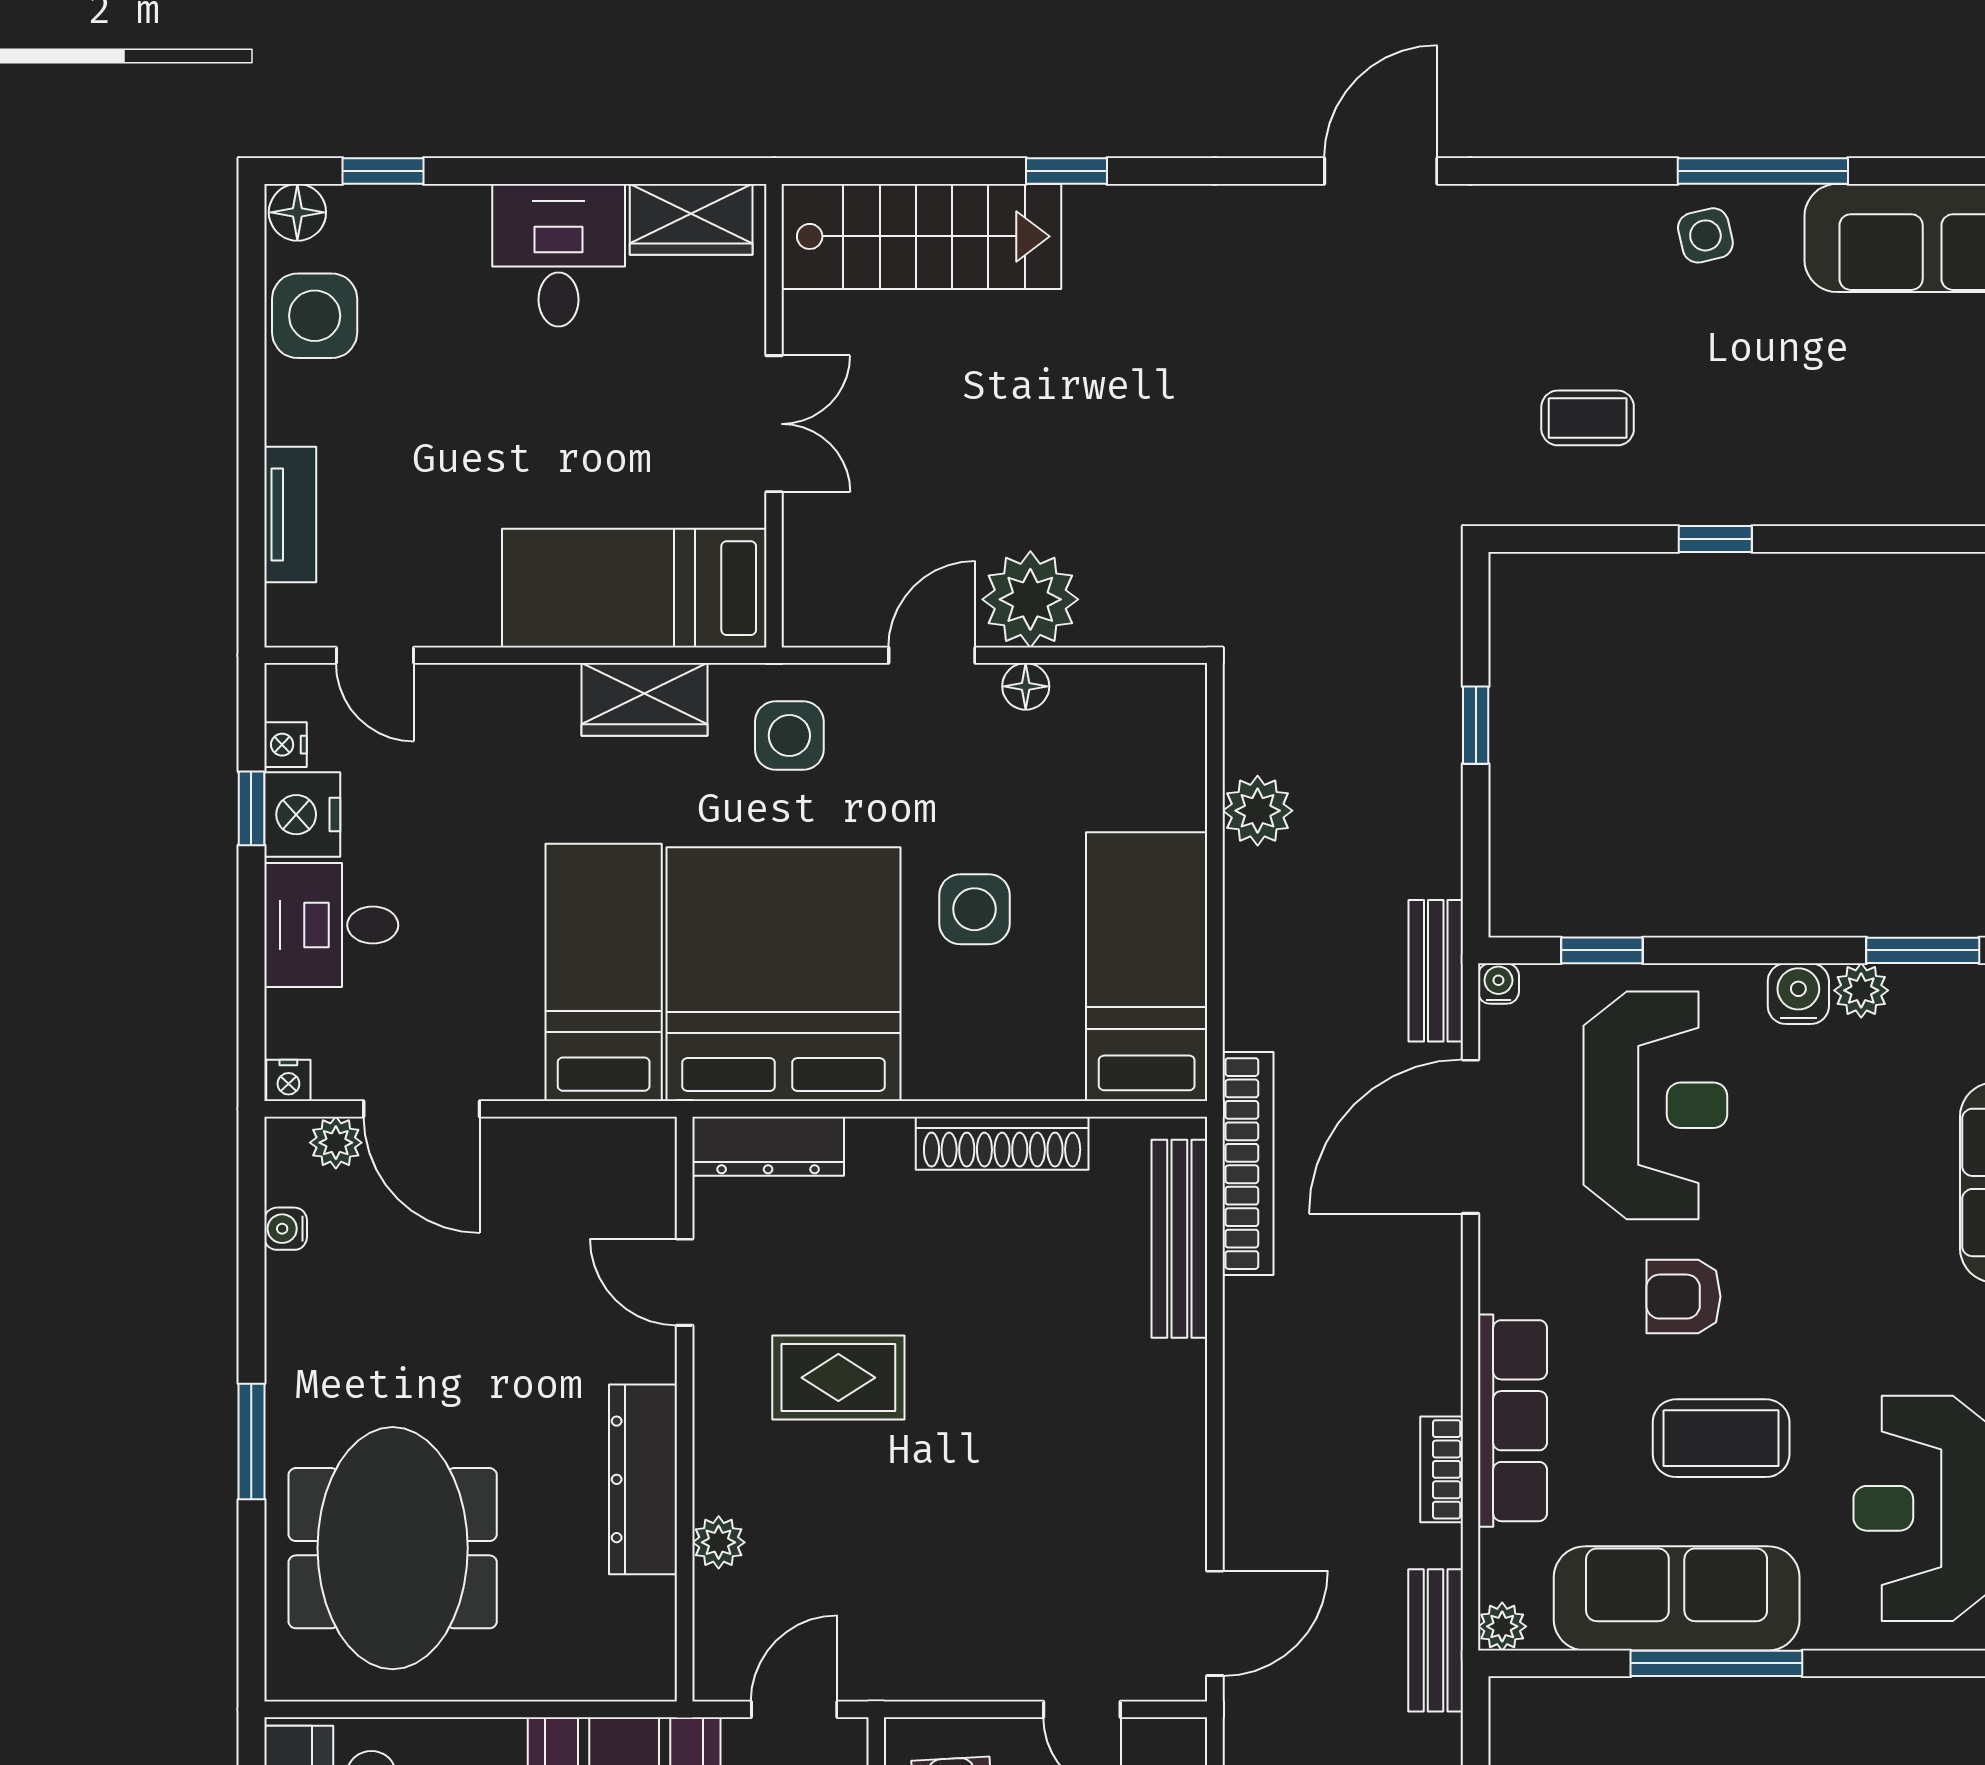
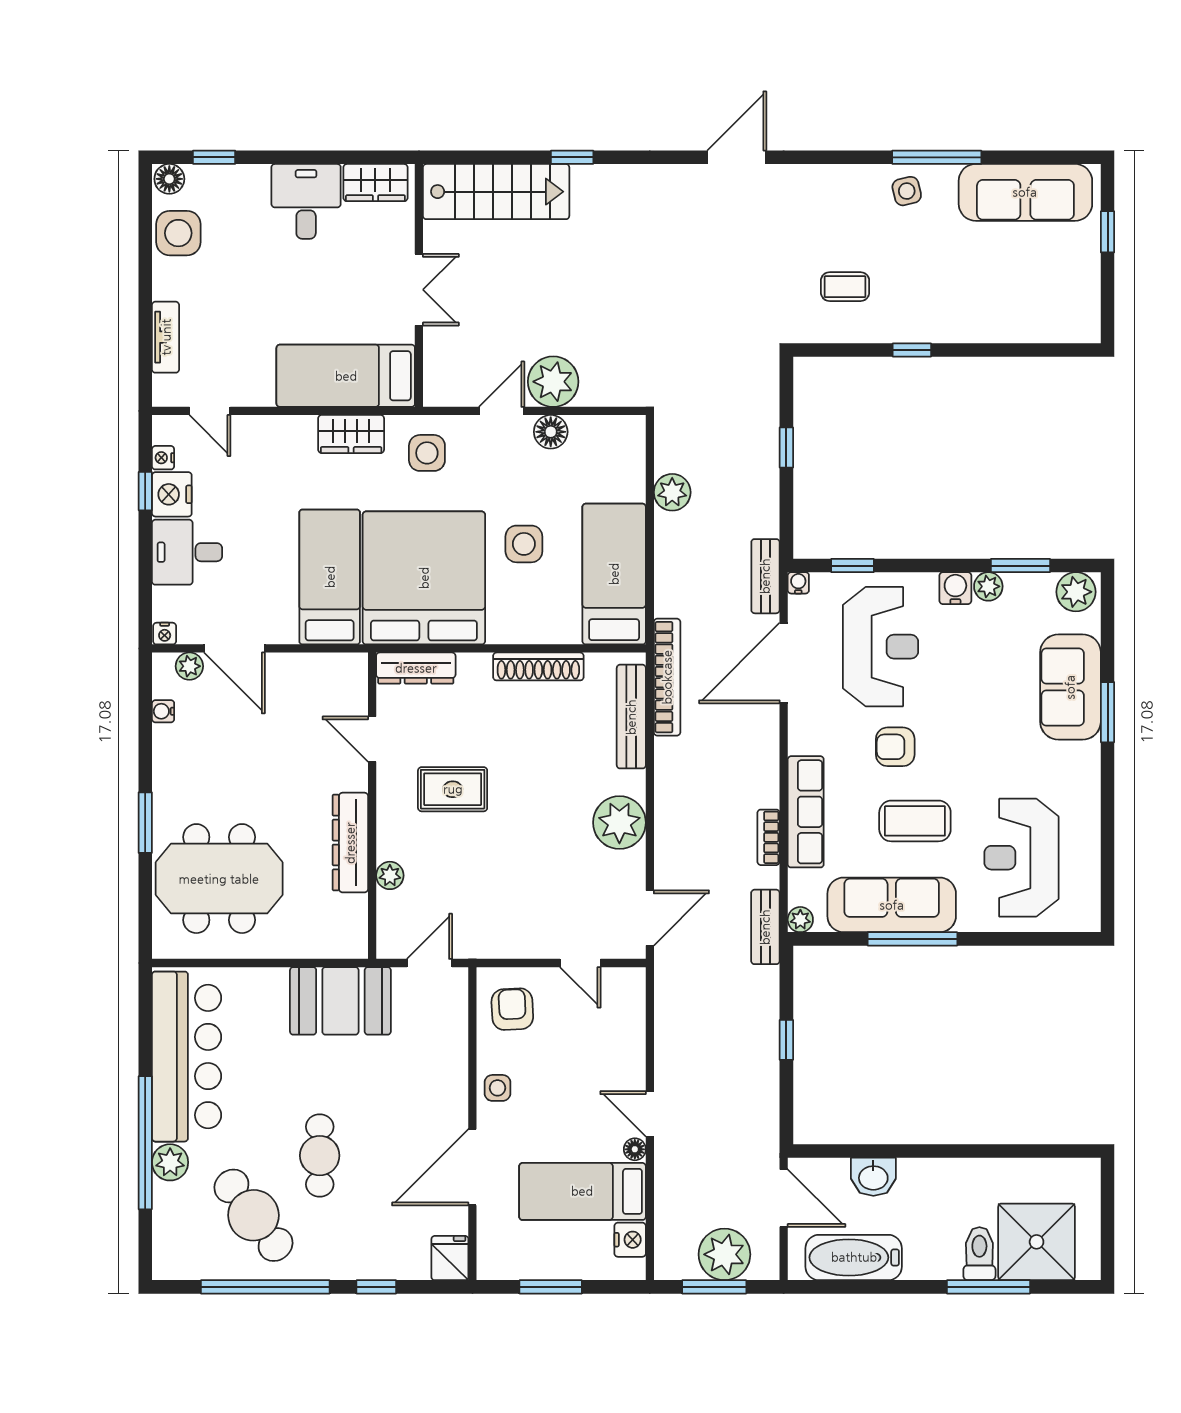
floor lamp: (1026, 686) -> (551, 432), width x1.37, depth x1.37
plant: (1157, 1441) -> (619, 823), added
meeting table: (393, 1548) -> (219, 879), turned 90

